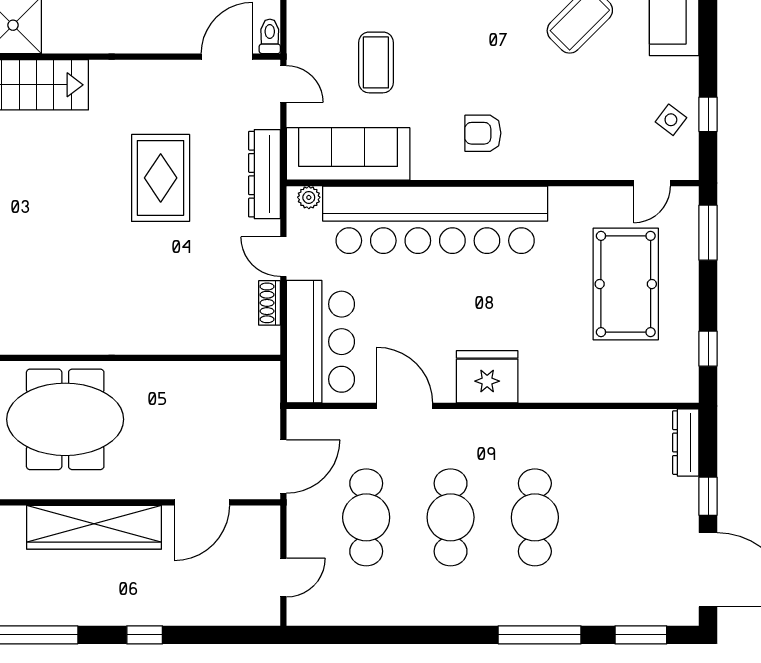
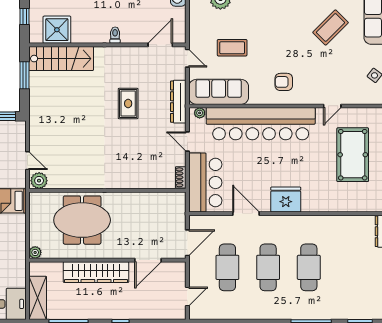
toilet: (270, 36) -> (115, 35), moved
coffee table: (376, 62) -> (232, 48), turned 90
rug: (161, 178) -> (128, 103), width x0.73, depth x0.70
door: (652, 183) -> (332, 106), moved
shoe rack: (270, 303) -> (181, 177), moved

